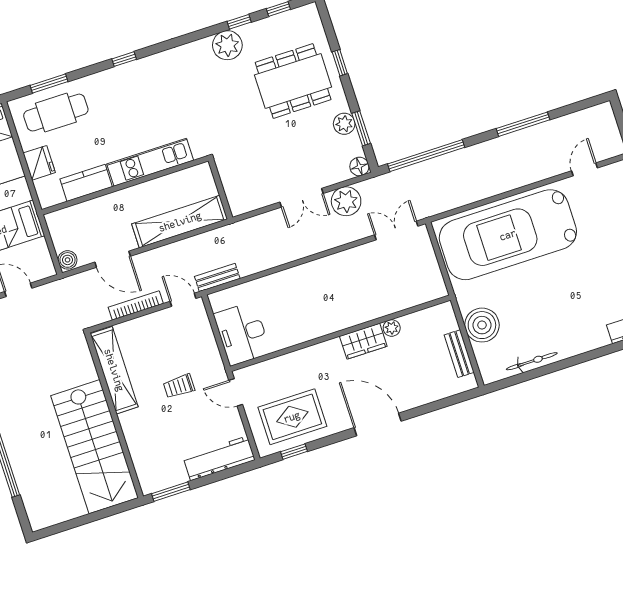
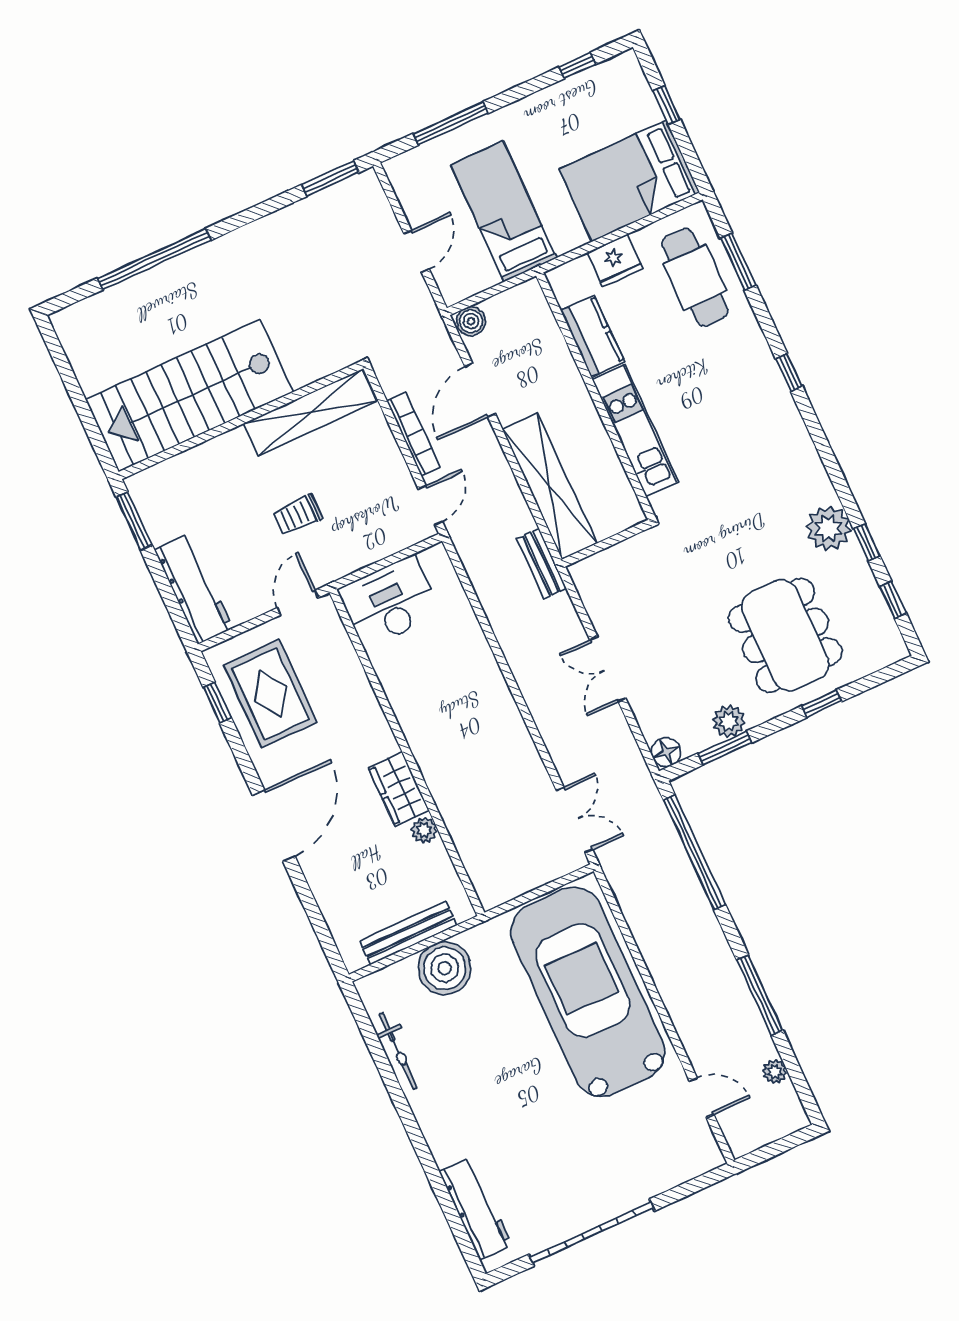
plant: (346, 201) -> (775, 1072), moved, width x0.53, depth x0.53
bench: (217, 278) -> (542, 564), moved
bench: (459, 354) -> (408, 933), width x1.36
trolley: (179, 386) -> (297, 515), turned -90

